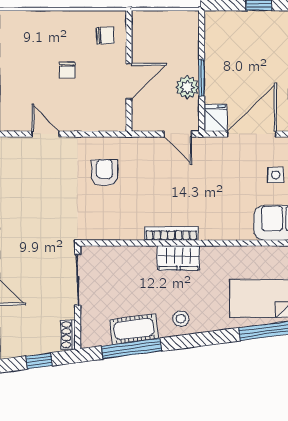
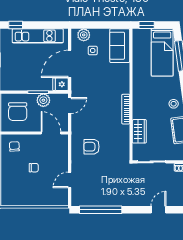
chair: (167, 42) -> (18, 112), added
door: (129, 81) -> (51, 133), moved
door: (252, 134) -> (70, 64), hinge flipped
wardrobe: (178, 258) -> (139, 131), moved

